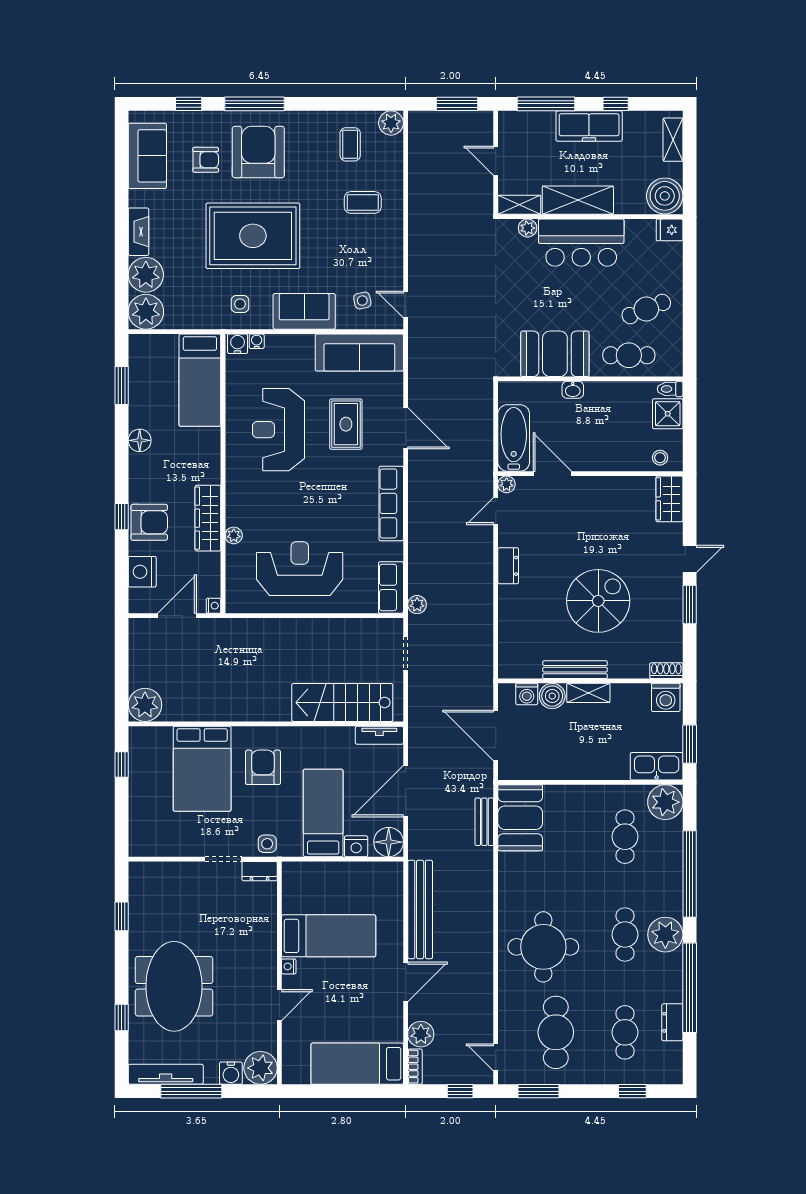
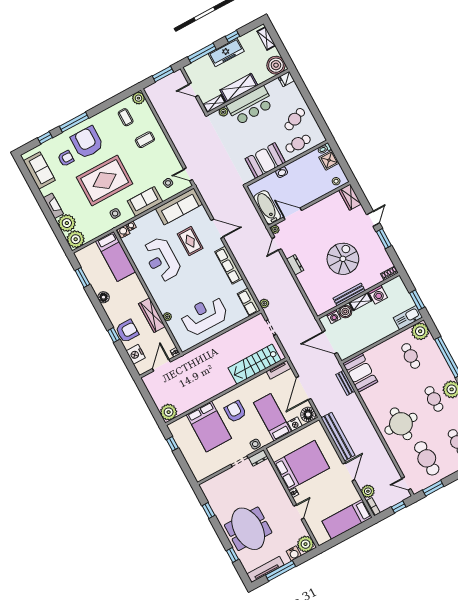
washing machine: (666, 697) -> (378, 295), moved
bed: (329, 936) -> (302, 465), width x1.50

